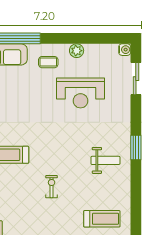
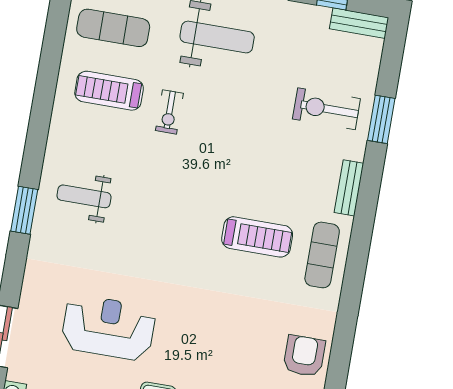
exercise bike: (52, 187) -> (169, 112), moved

